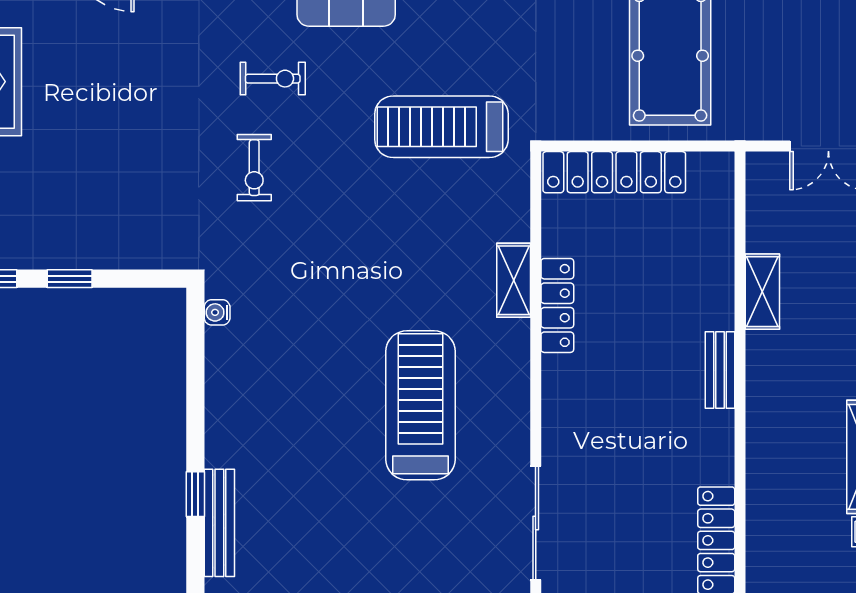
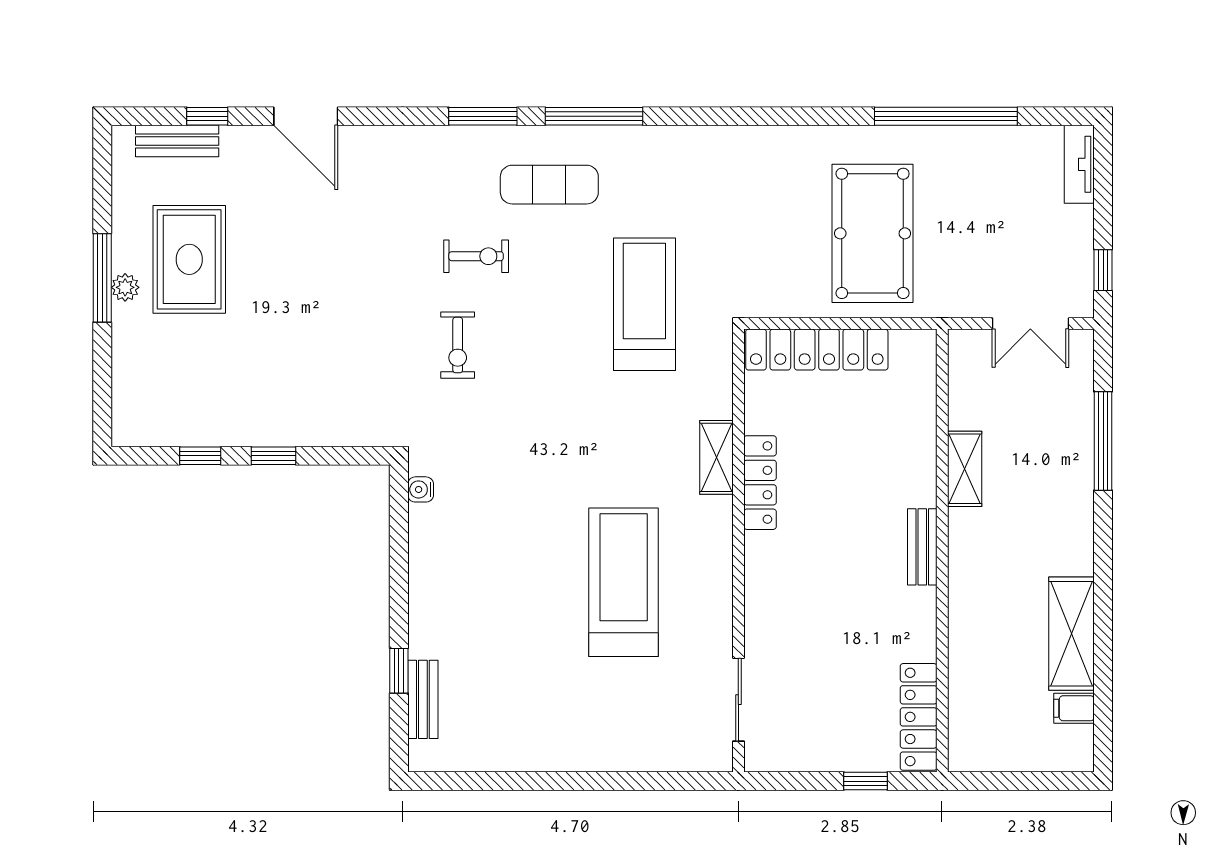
treadmill: (441, 127) -> (644, 304), turned 90
bench: (219, 523) -> (423, 699), width x0.73
sliding door: (536, 523) -> (738, 700), width x0.73

